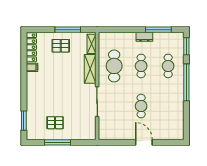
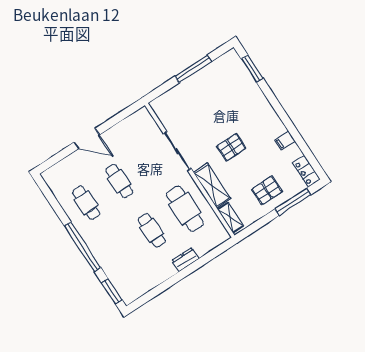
window: (68, 30) -> (293, 202), moved
window: (158, 30) -> (160, 289), removed
dresser: (144, 37) -> (186, 260), moved
locker: (31, 47) -> (306, 171), width x0.66
cafe table: (168, 66) -> (86, 203), moved
pallet: (55, 123) -> (231, 147), moved

